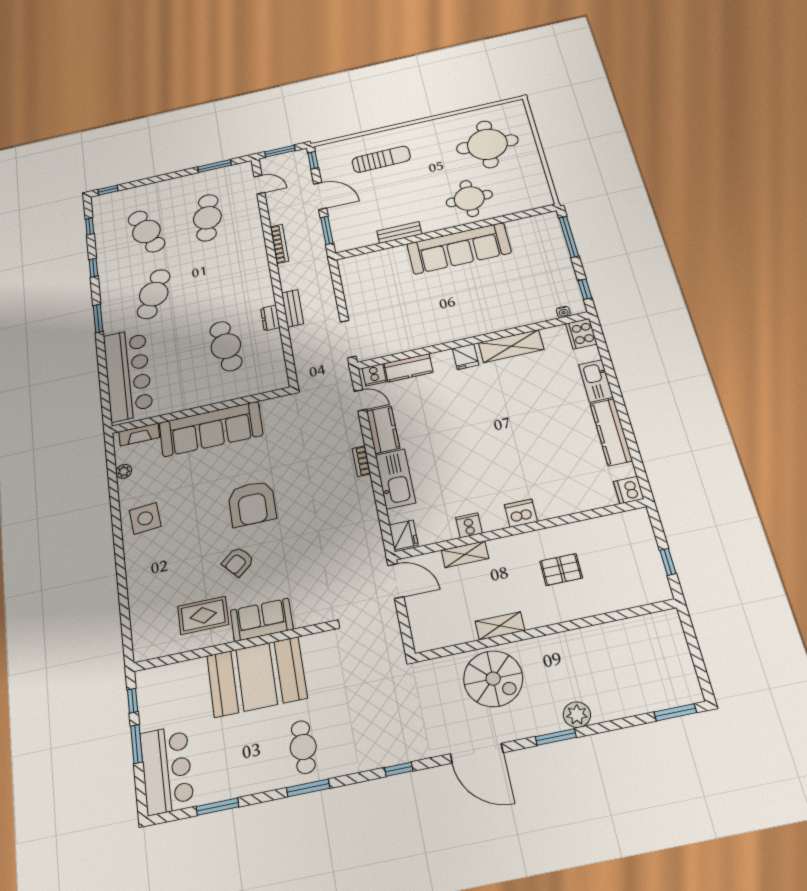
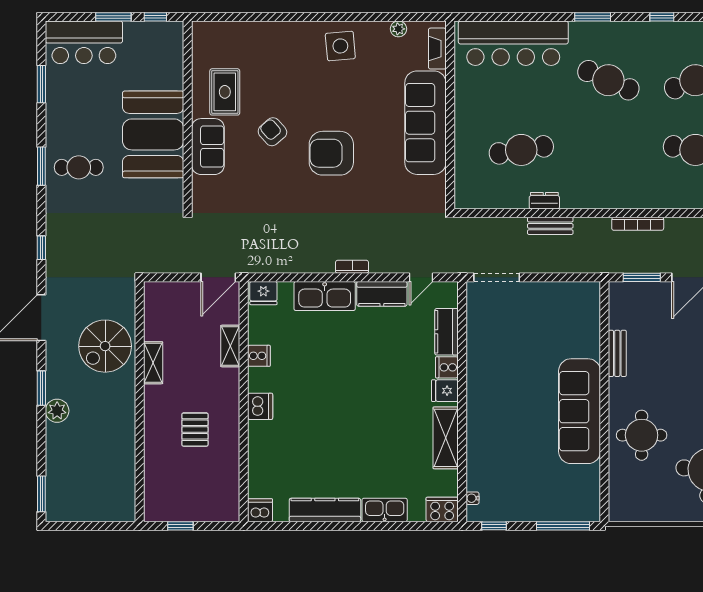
cooker: (374, 375) -> (447, 367), moved

